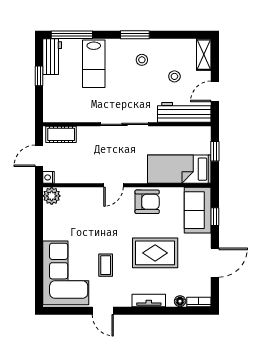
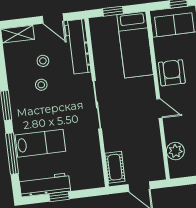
window: (72, 35) -> (12, 154), moved
workbench: (52, 57) -> (45, 185), width x1.38
stool: (142, 60) -> (41, 85), moved
nightstand: (49, 177) -> (160, 174), removed
plant: (52, 196) -> (175, 151), moved

